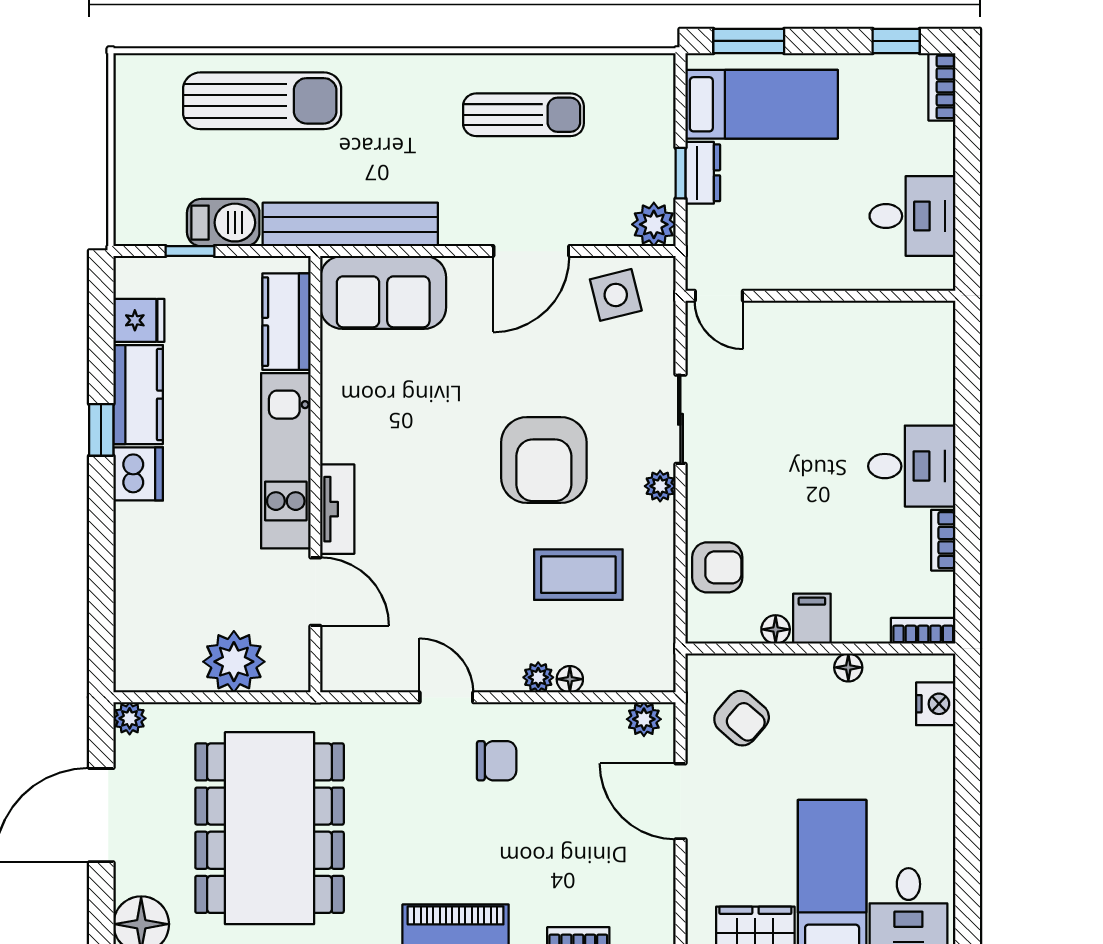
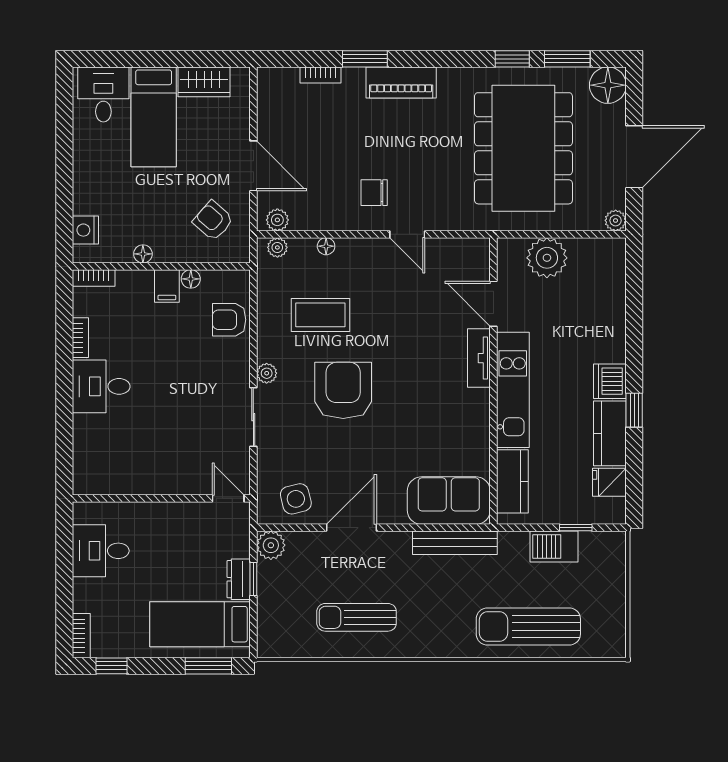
bench: (350, 224) -> (455, 543), width x0.73, depth x0.82
plant: (538, 677) -> (277, 247), moved

